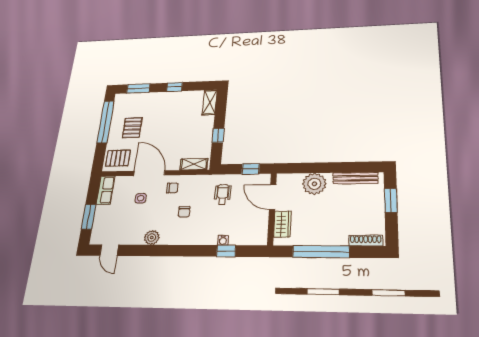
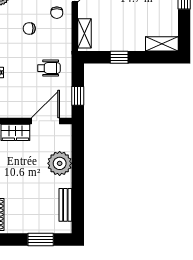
bench: (355, 178) -> (65, 205), width x0.73

